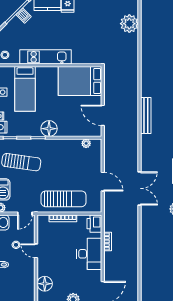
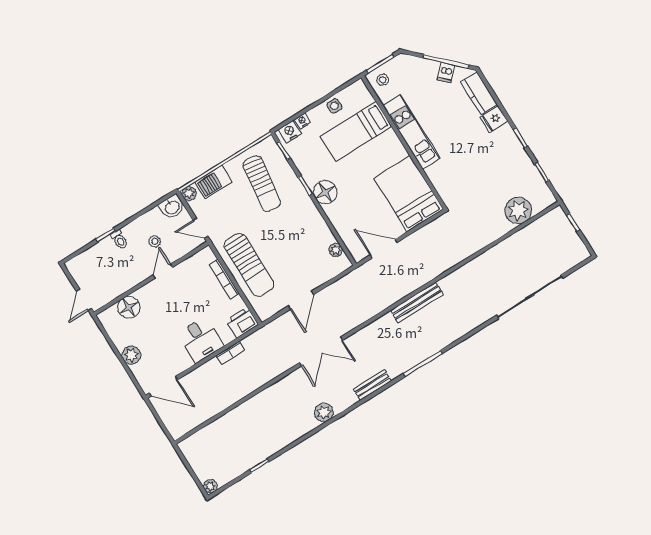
door: (103, 115) -> (383, 249), hinge flipped
desk: (89, 254) -> (201, 340), width x0.73

